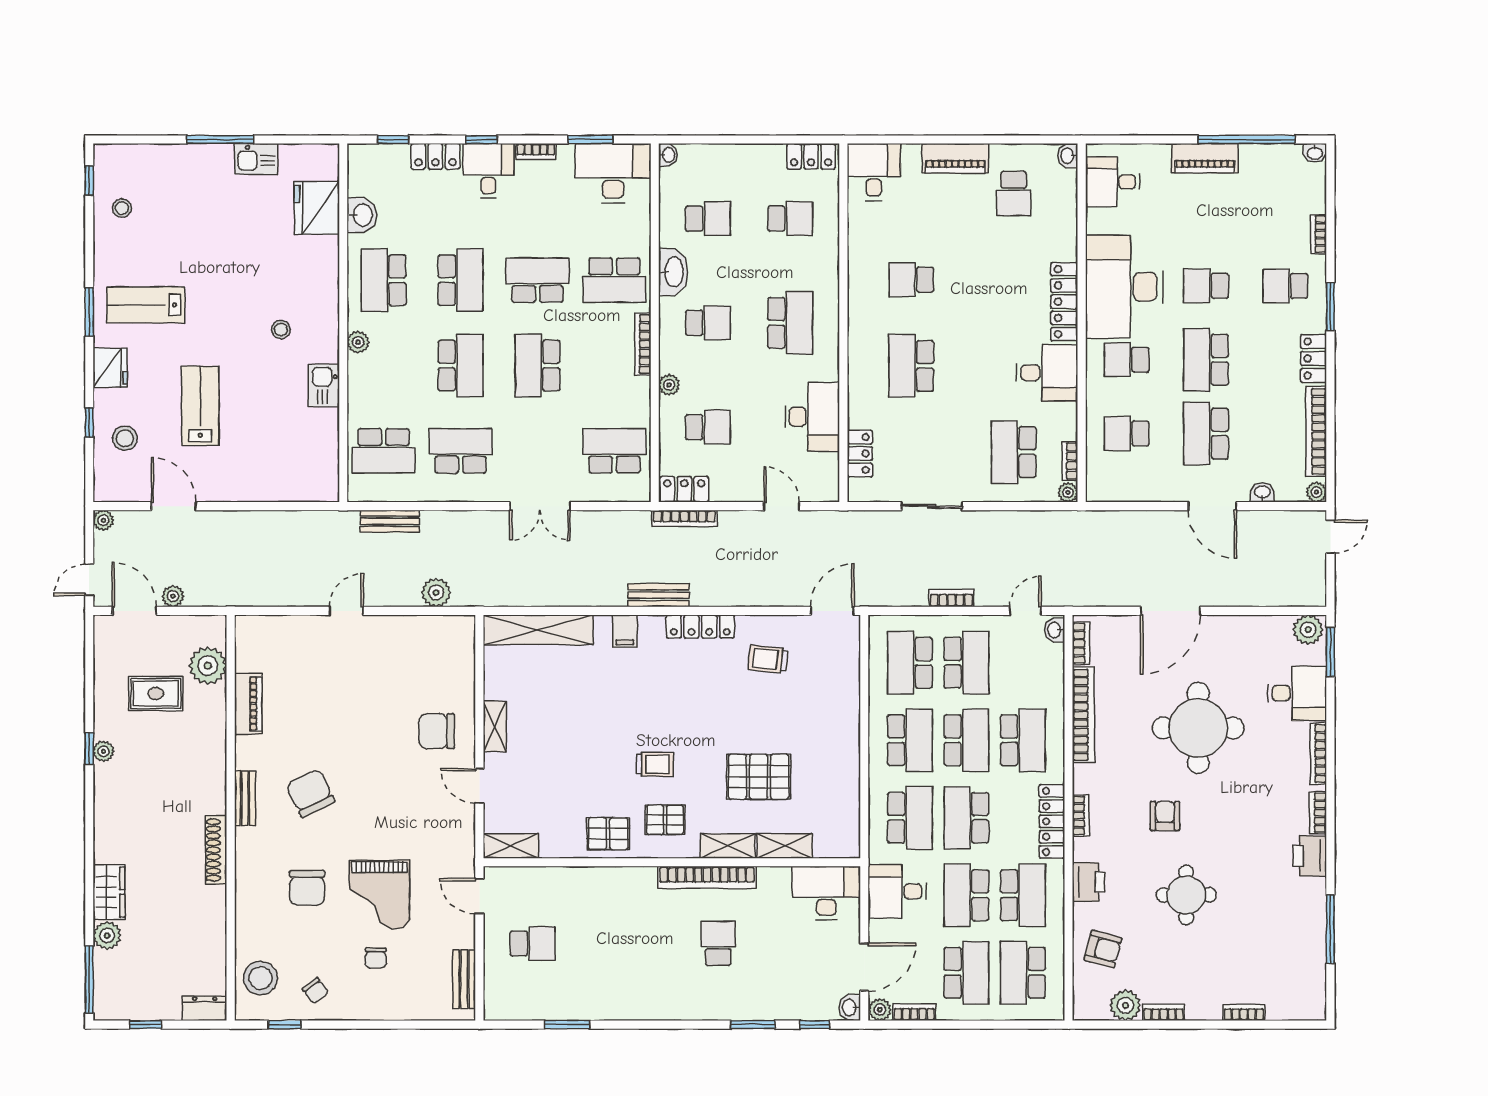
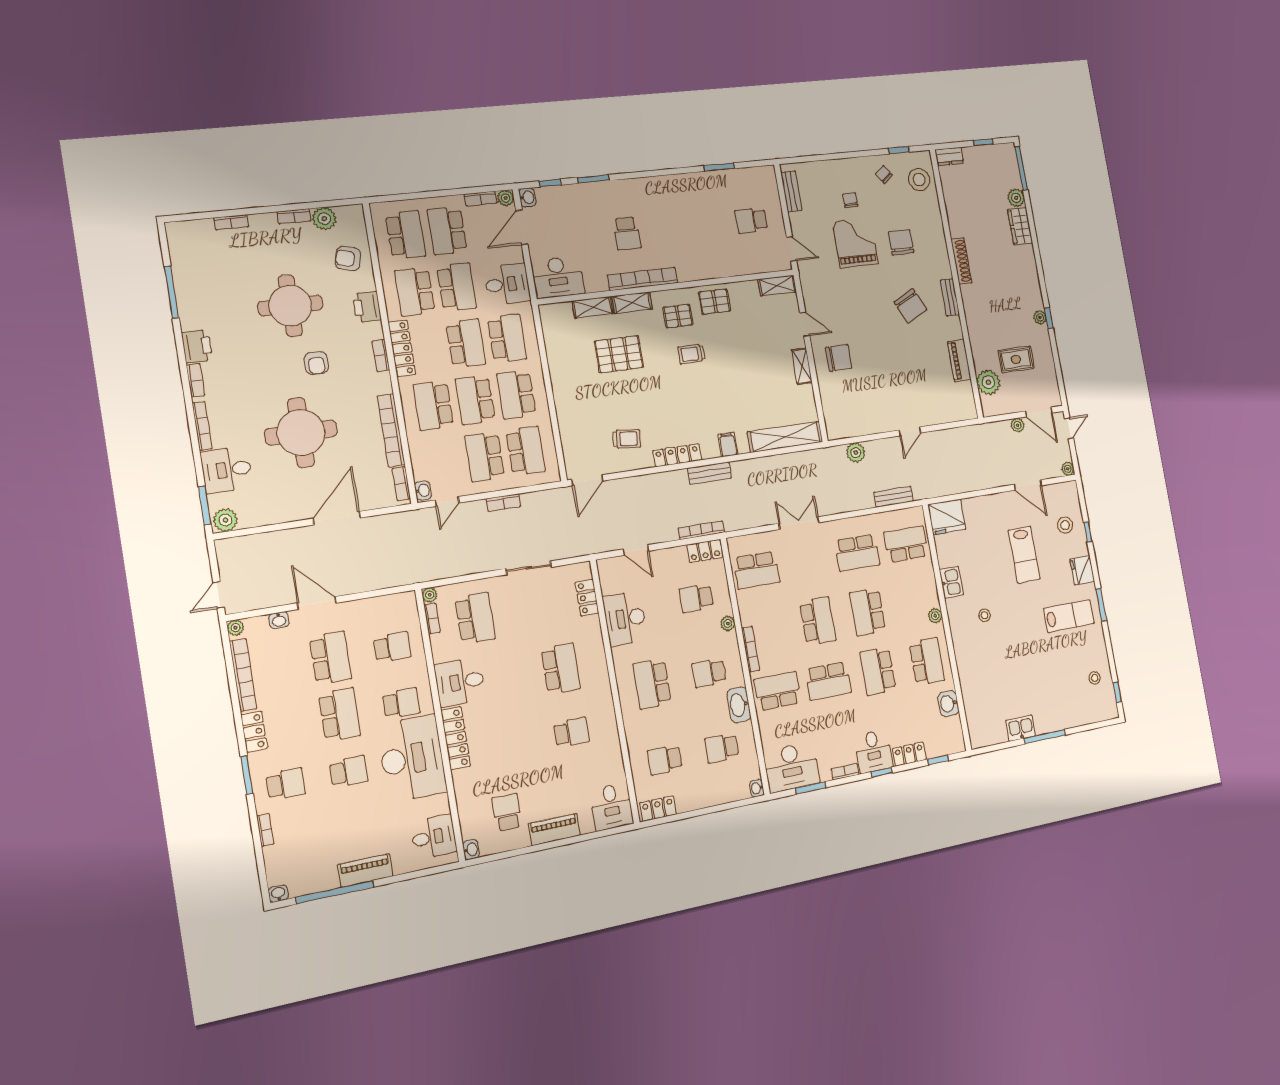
fridge: (317, 208) -> (947, 517), moved, turned 90
school desk: (910, 818) -> (507, 338), turned 180
round table: (1186, 895) -> (290, 306), width x1.36, depth x1.36

